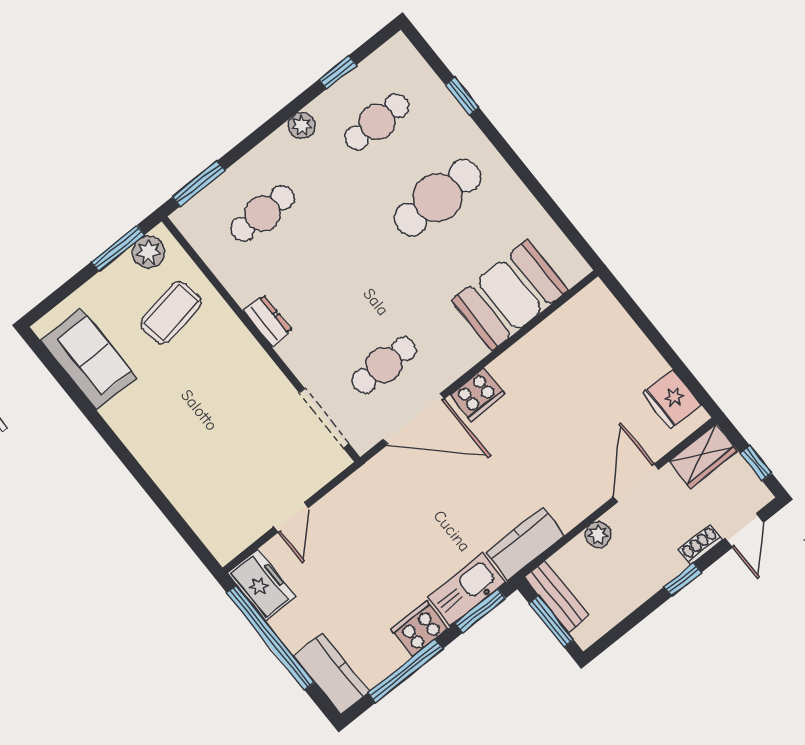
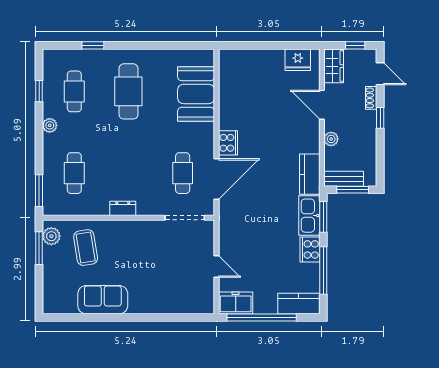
sofa: (89, 359) -> (103, 300), moved

